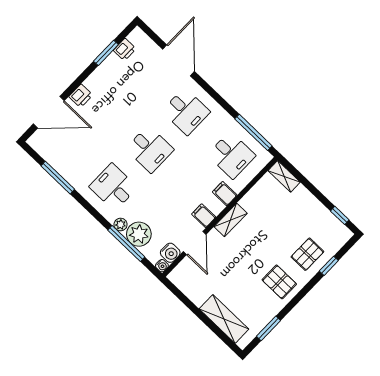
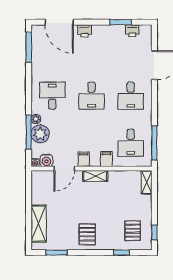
window: (58, 178) -> (29, 47), moved
pallet: (307, 254) -> (133, 231), moved, turned 90

